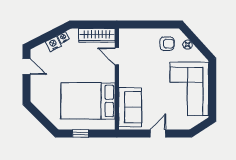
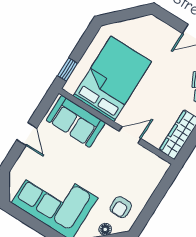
door: (117, 56) -> (130, 135), moved
window: (80, 133) -> (67, 70), moved

